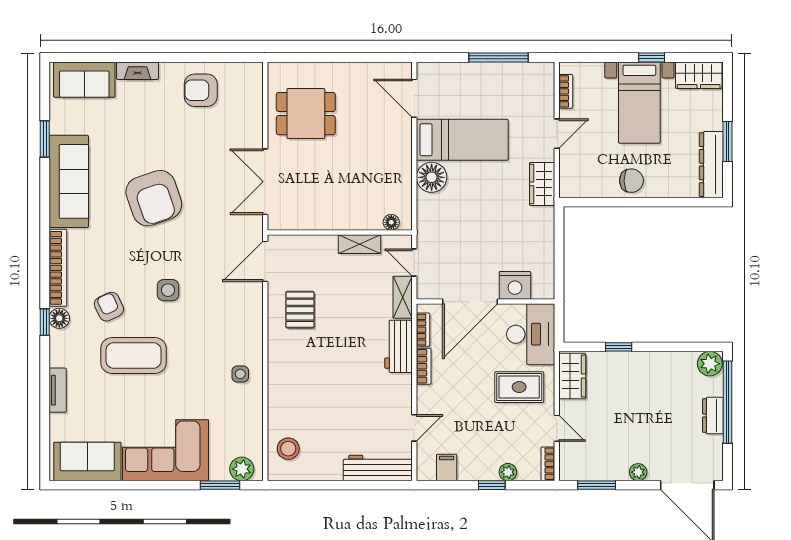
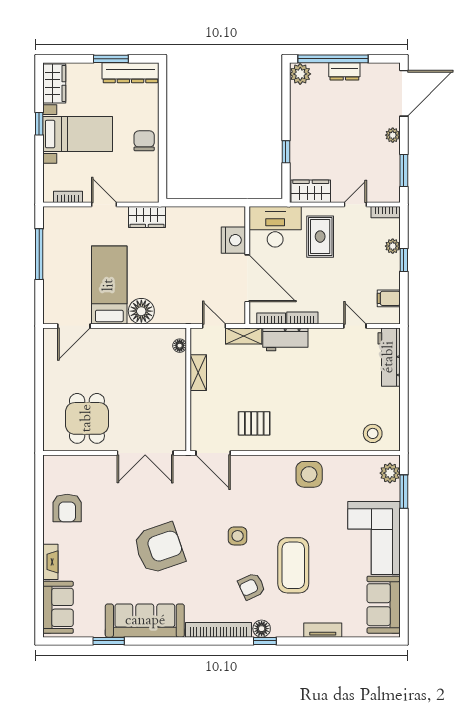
door: (414, 263) -> (214, 326), swing flipped
side table: (240, 374) -> (309, 474), width x1.87, depth x1.87

